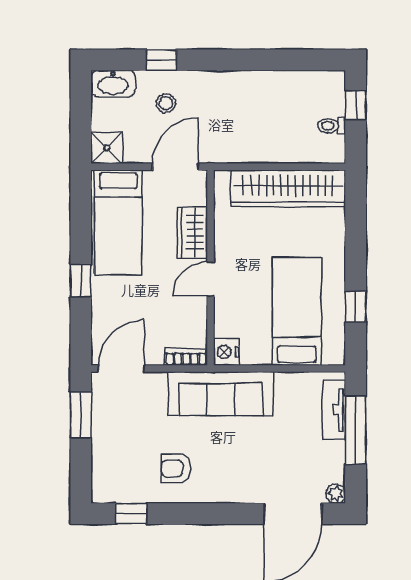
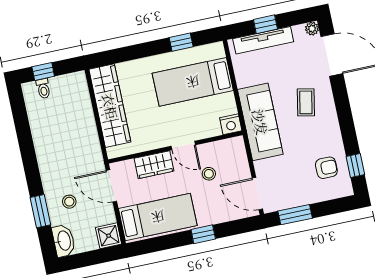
window: (161, 60) -> (40, 211), width x1.50
toilet: (332, 126) -> (43, 89), moved
stool: (164, 306) -> (209, 174), added
bookcase: (186, 357) -> (240, 151), removed
tv unit: (334, 410) -> (263, 40), width x1.41
window: (356, 430) -> (265, 24), width x0.46
coffee table: (234, 463) -> (306, 102), added
armchair: (176, 469) -> (326, 168), moved, turned -90

